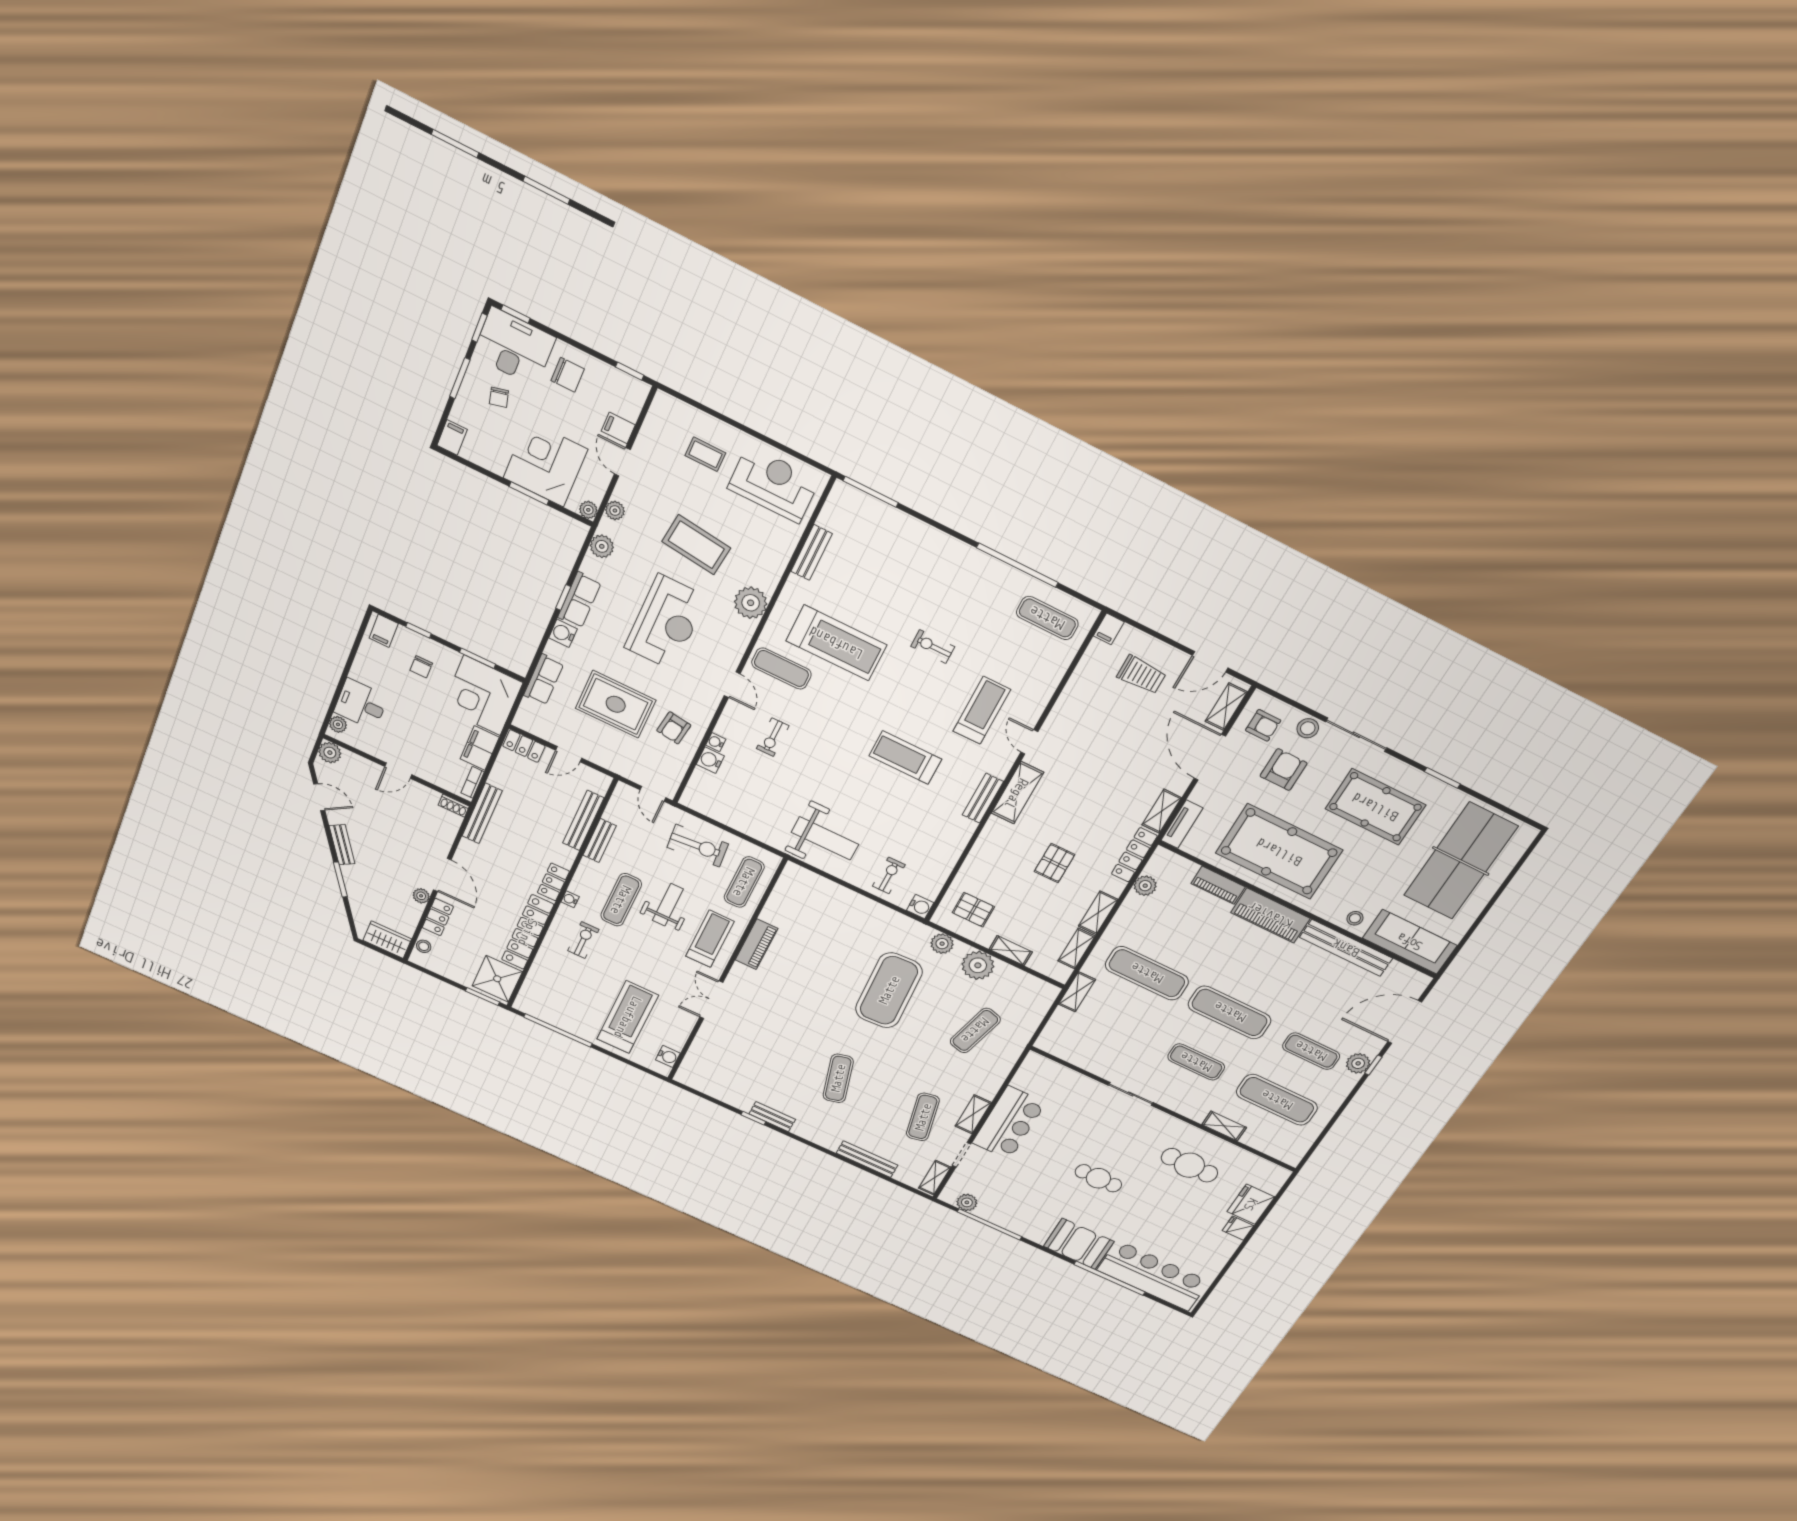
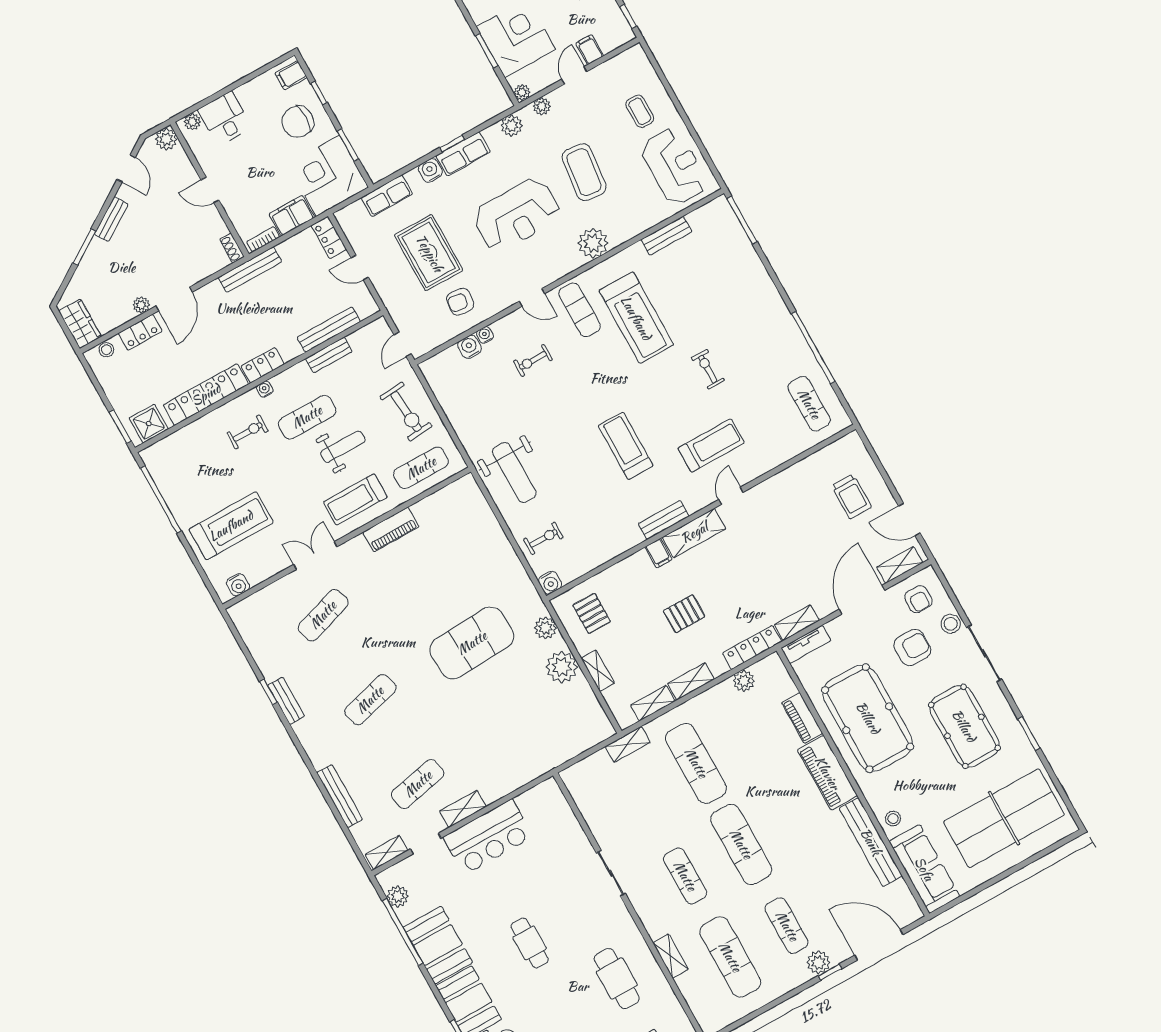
filing cabinet: (1109, 629) -> (658, 553), moved, turned -90
chair: (421, 667) -> (298, 122), width x1.87, depth x1.87
door: (732, 685) -> (532, 297), hinge flipped
treadmill: (710, 939) -> (355, 499), turned 180
shower: (497, 979) -> (149, 424), width x0.73, depth x0.73
exercise mat: (975, 1030) -> (323, 615), moved, turned -33
booth: (1024, 1218) -> (438, 945), added

